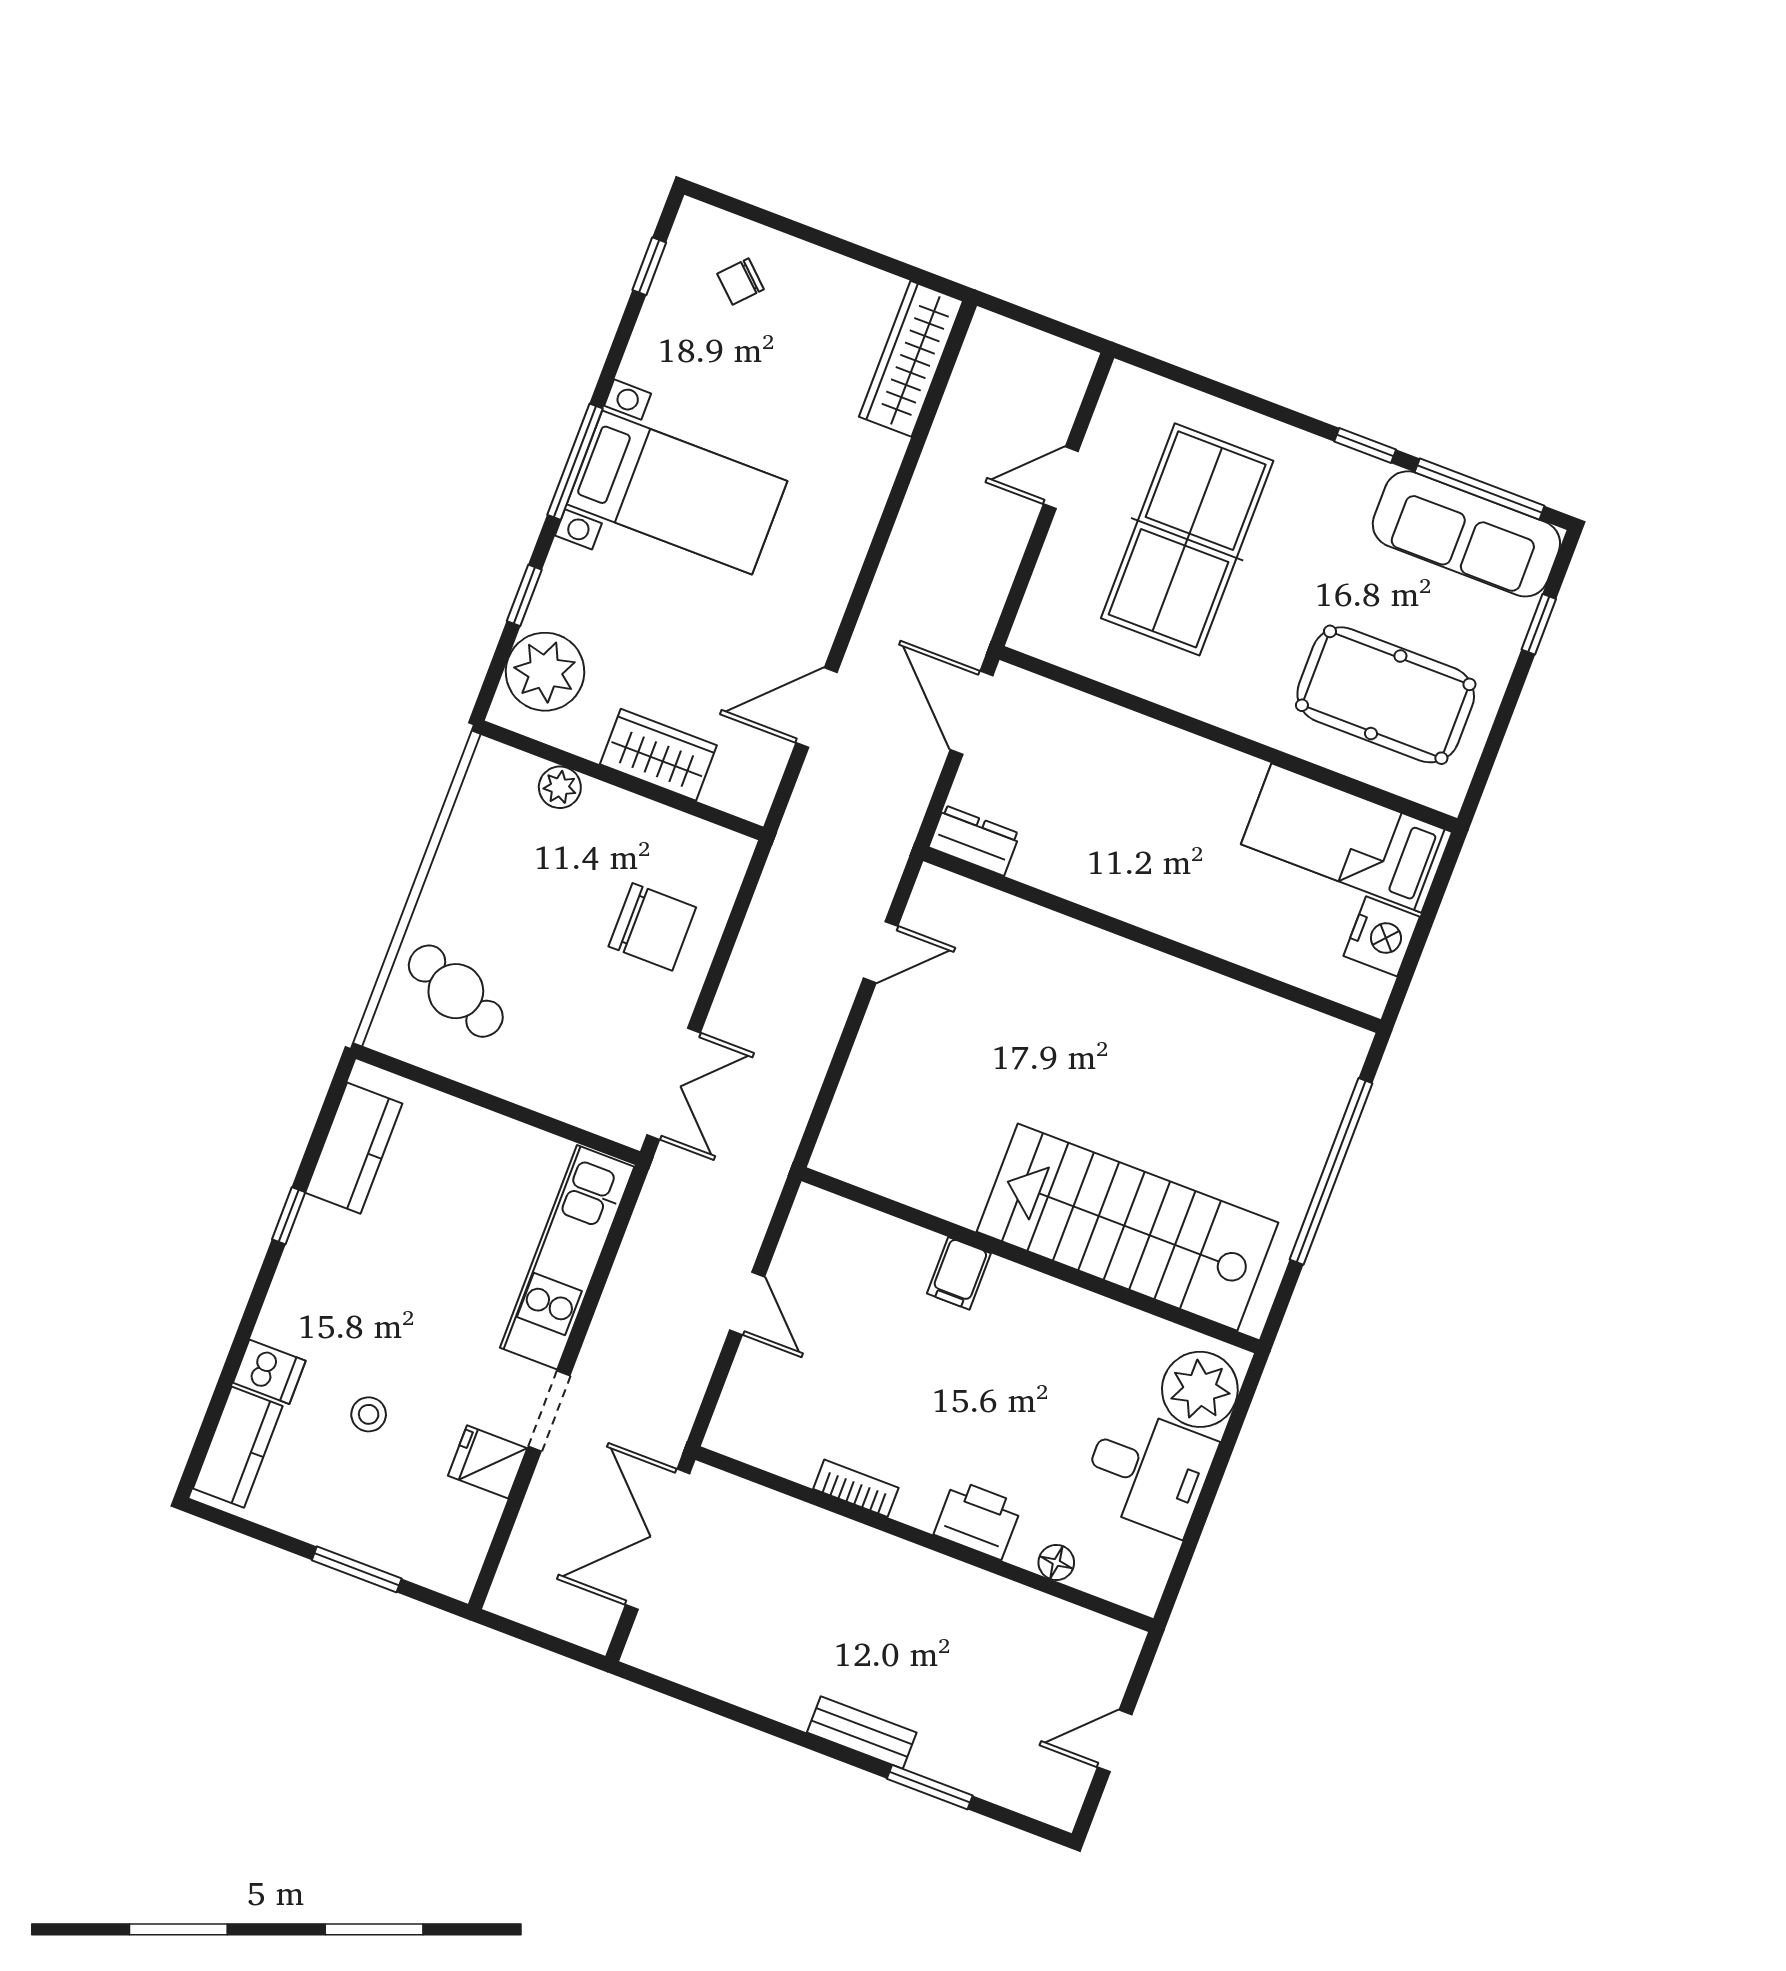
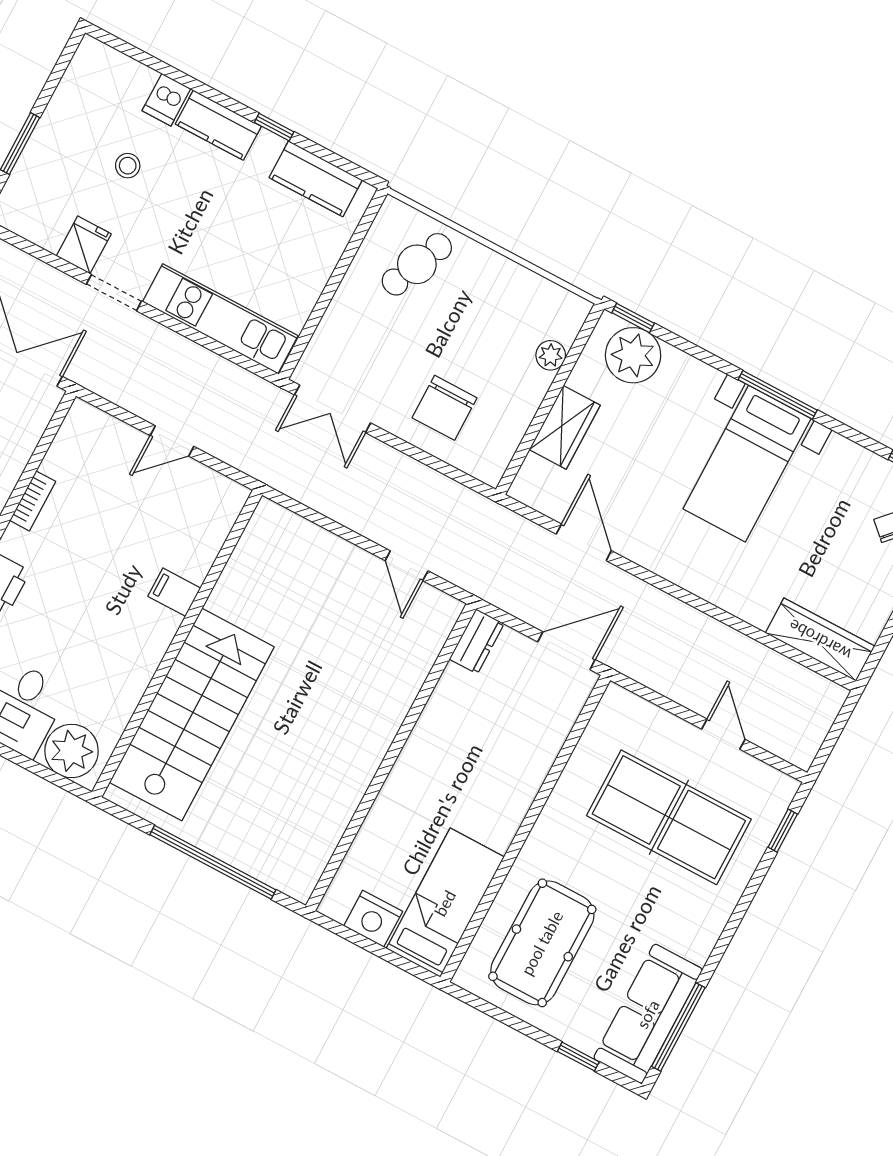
window: (1365, 446) -> (783, 831), moved
window: (524, 595) -> (633, 318), moved
kitchen counter: (238, 1447) -> (218, 125), moved

